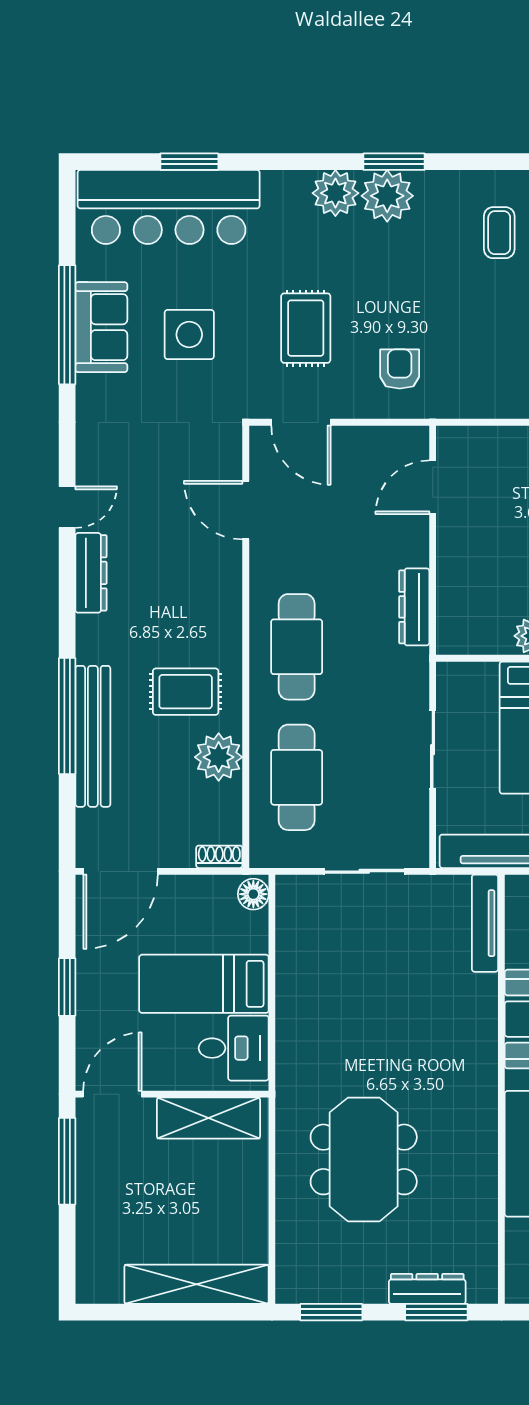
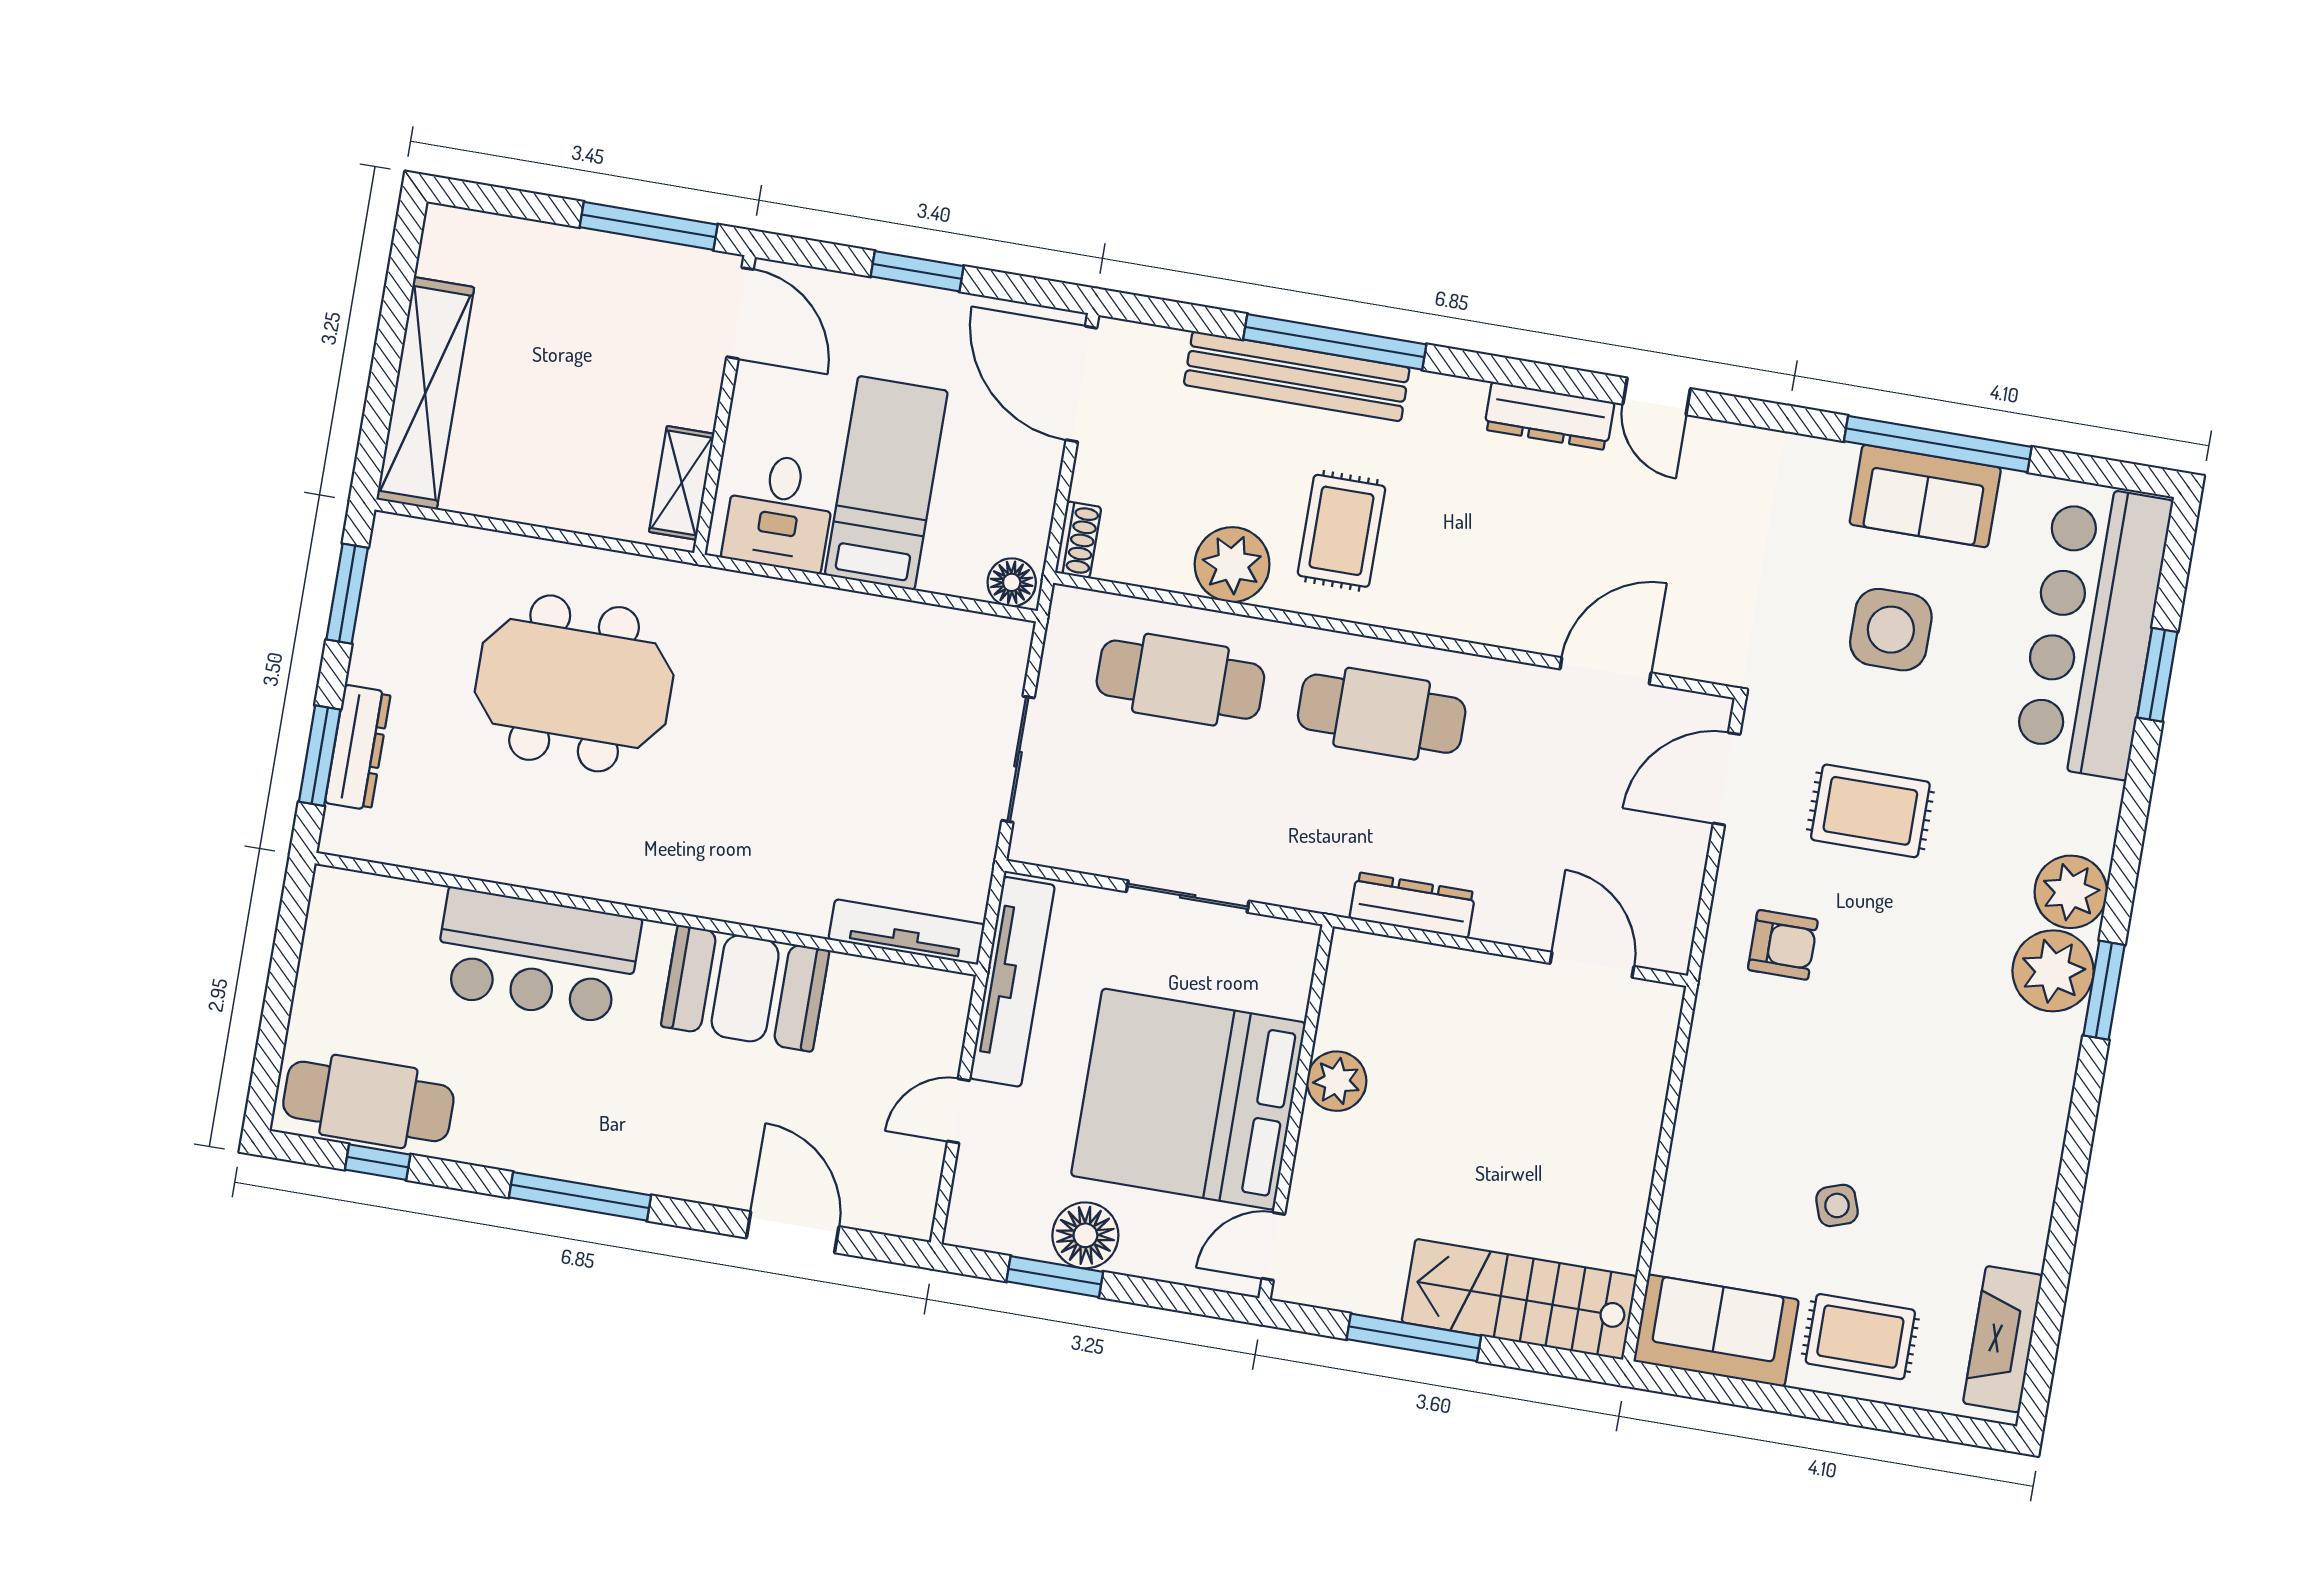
coffee table: (499, 233) -> (1967, 1134), removed
shelving: (209, 1118) -> (682, 483), width x0.67, depth x0.75

